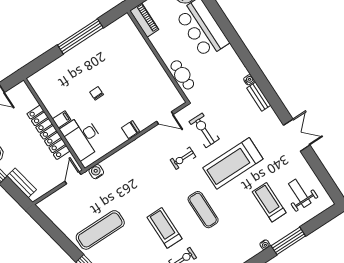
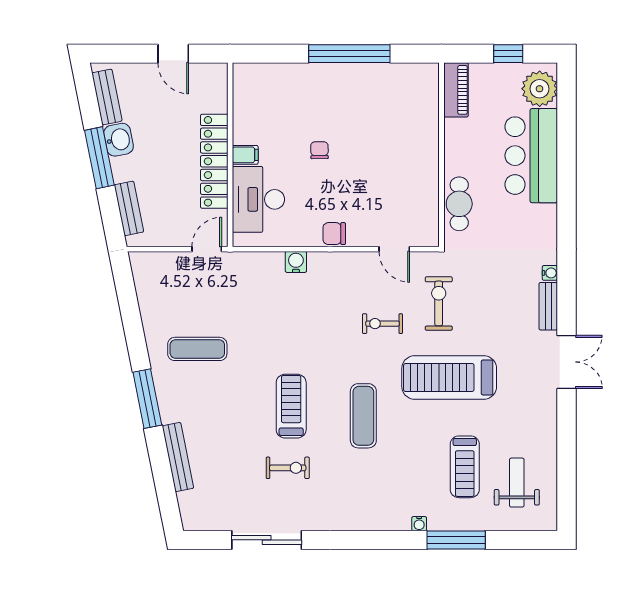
double door: (297, 135) -> (567, 362), moved
water cooler: (96, 172) -> (296, 262), moved
treadmill: (269, 202) -> (465, 467), turned 180
exercise mat: (100, 230) -> (197, 349), width x0.73, depth x0.69

